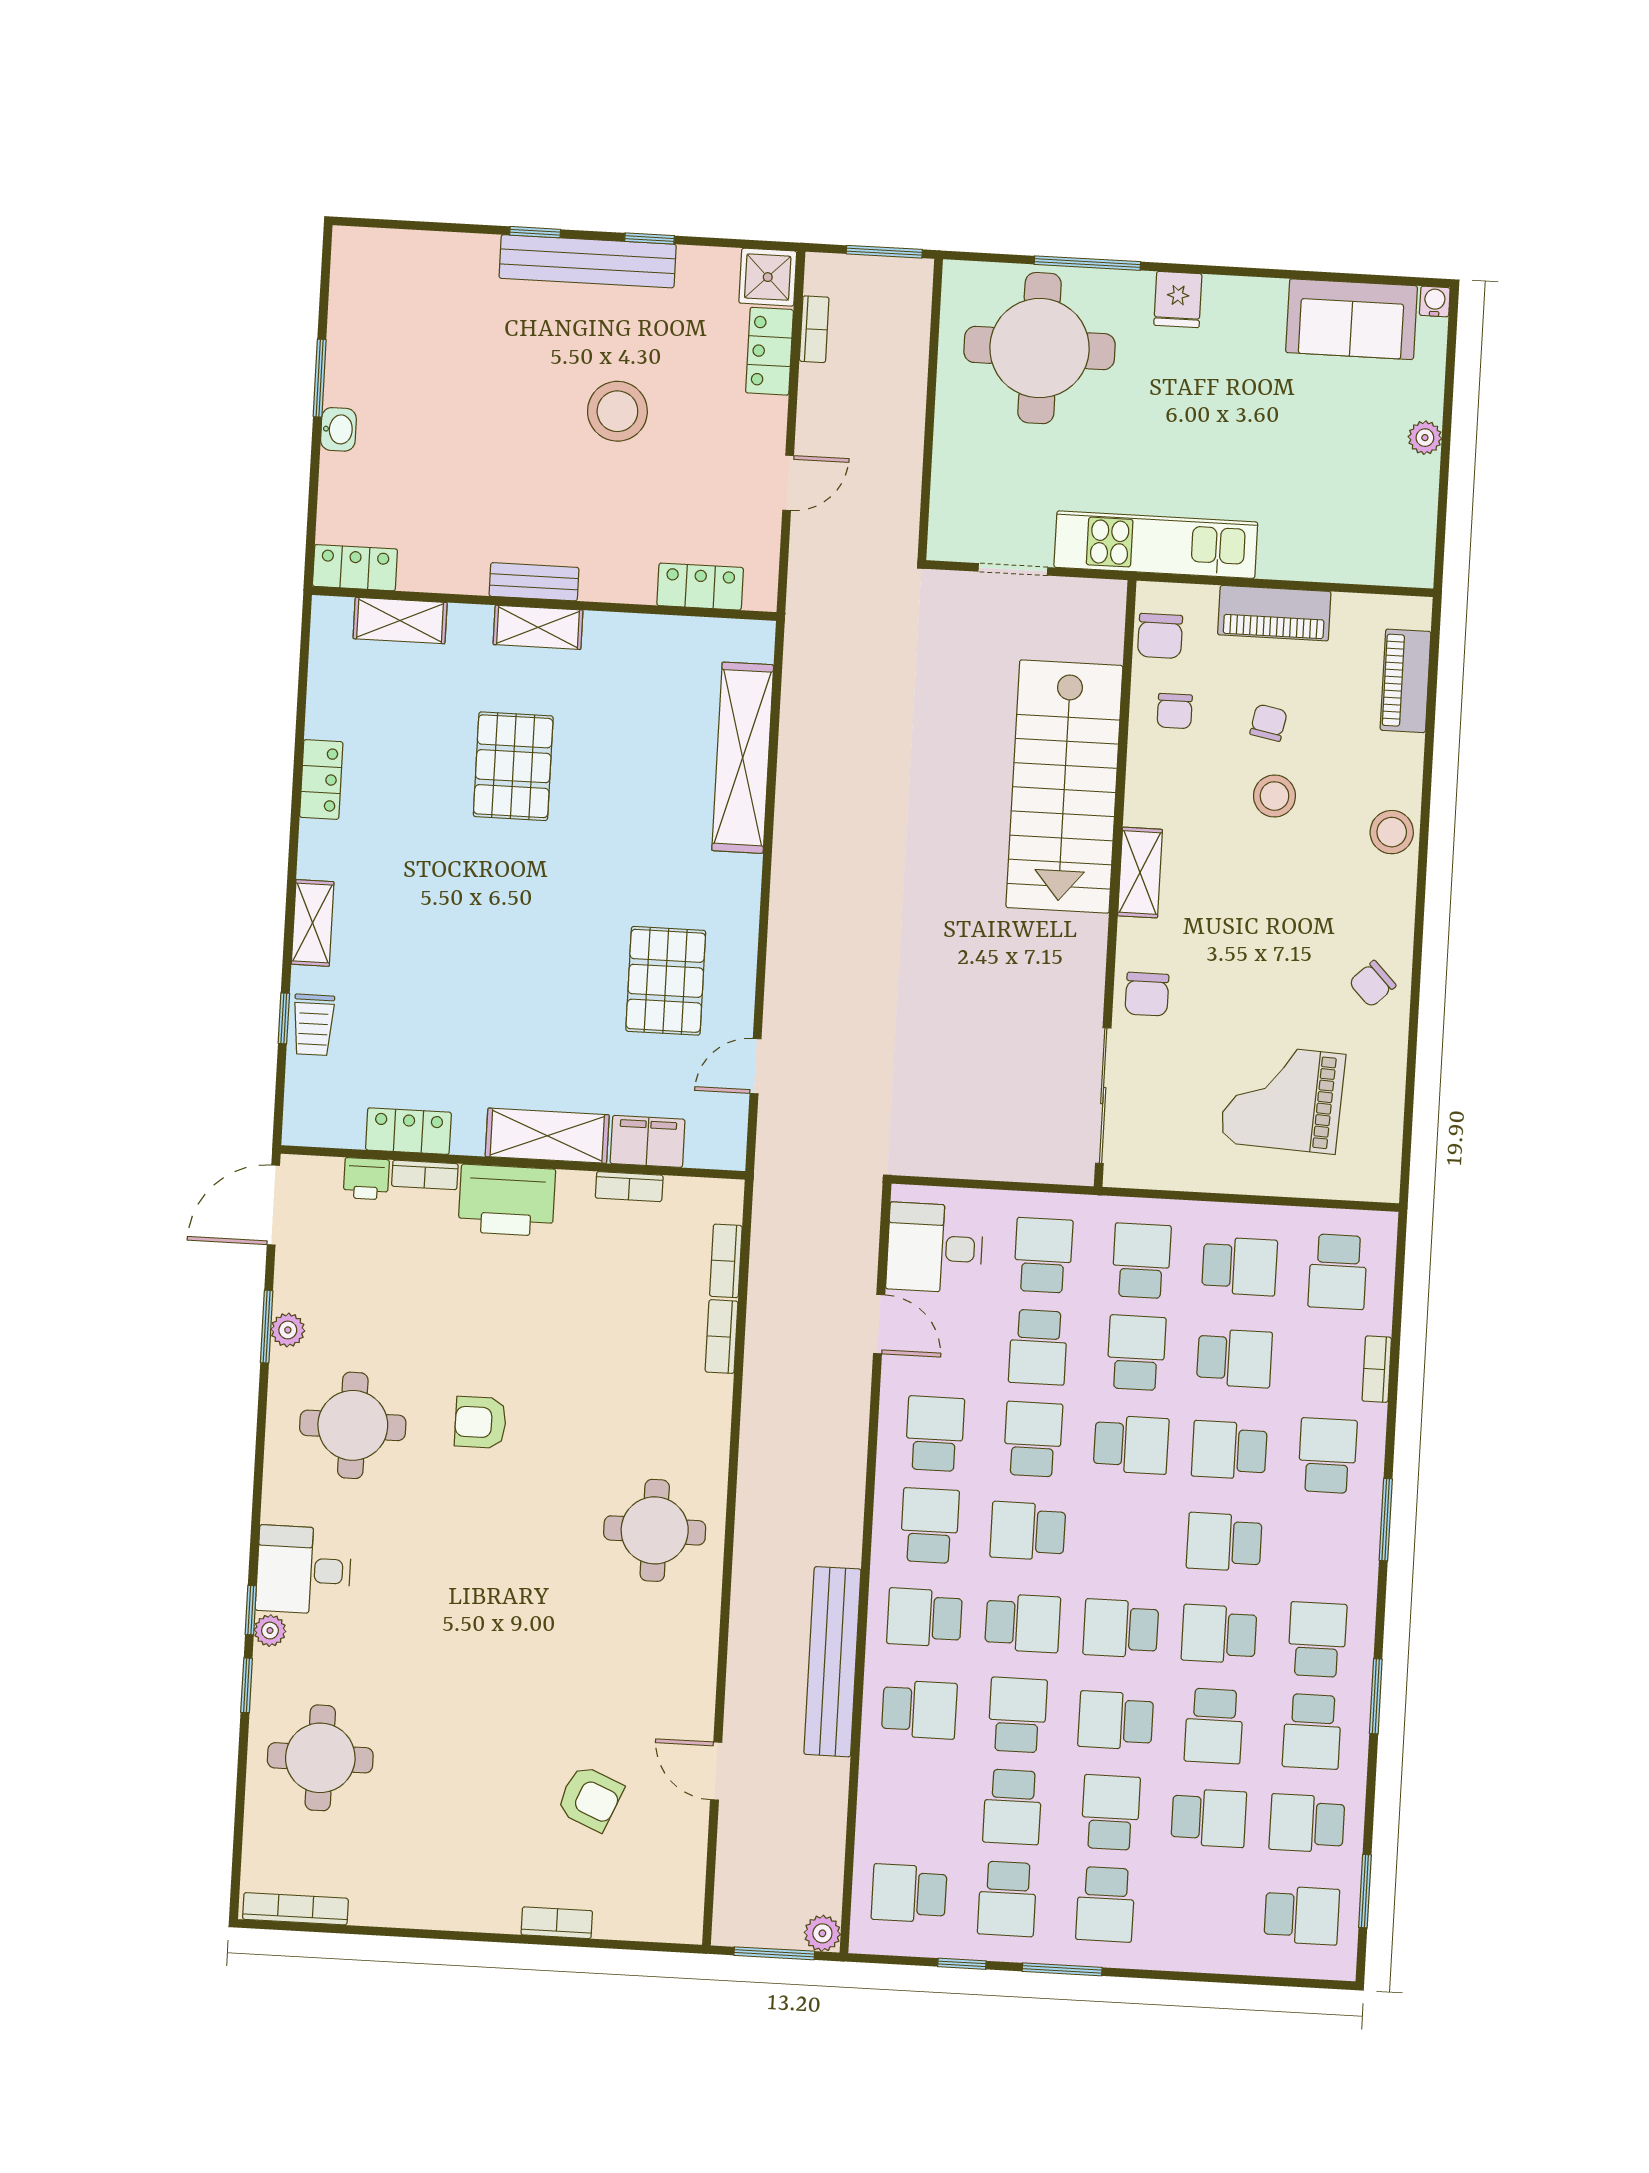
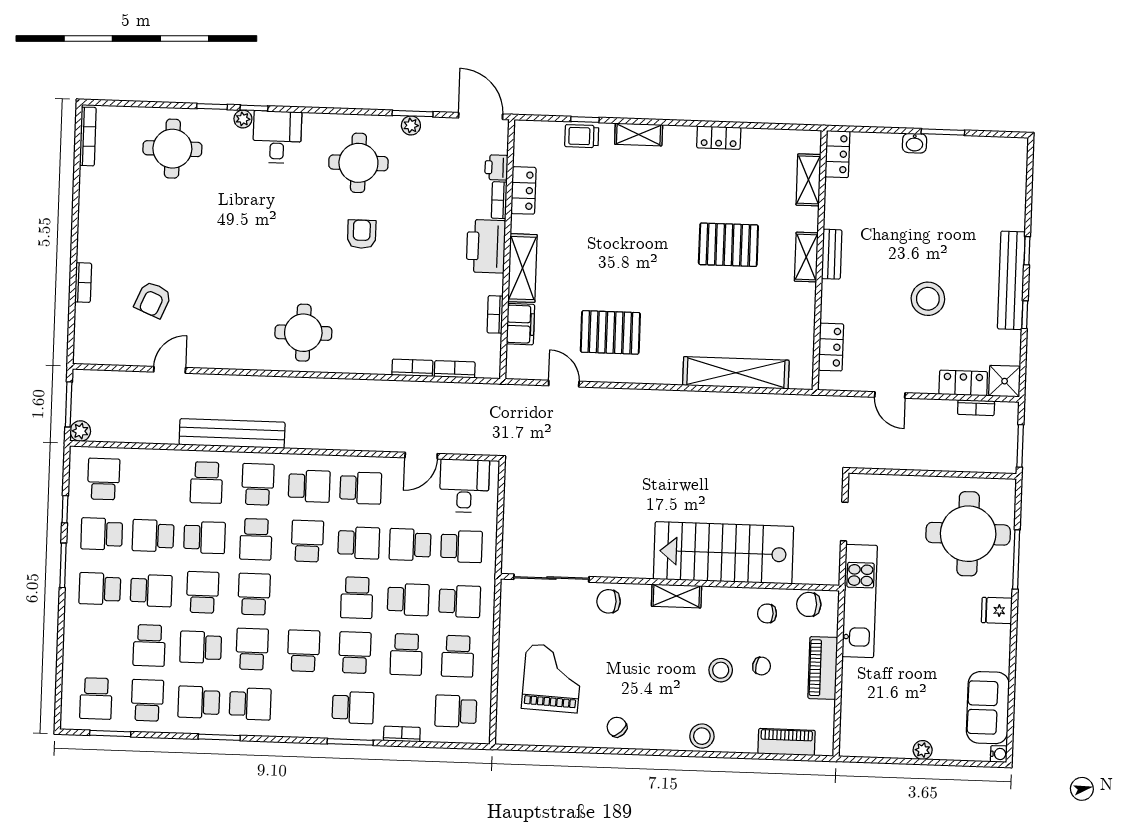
window: (1386, 1520) -> (350, 742), moved

